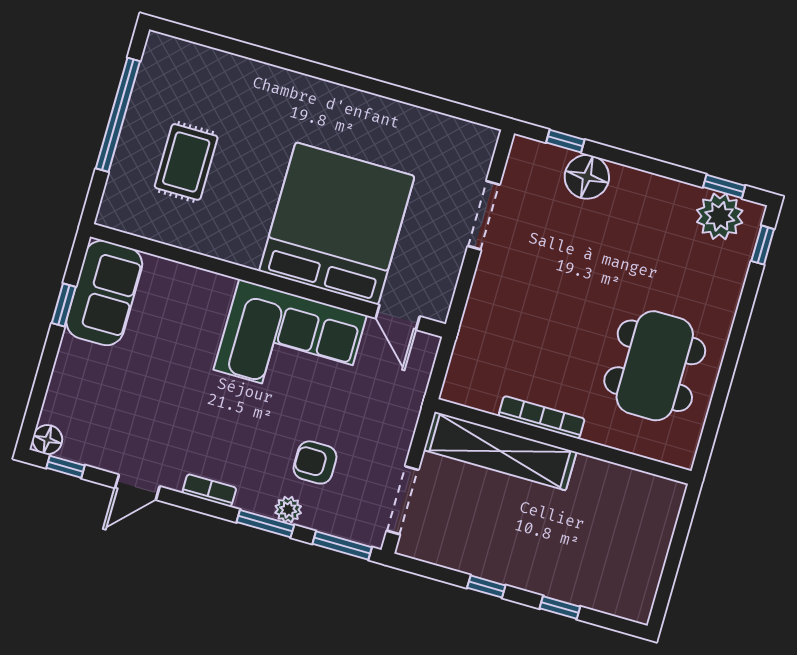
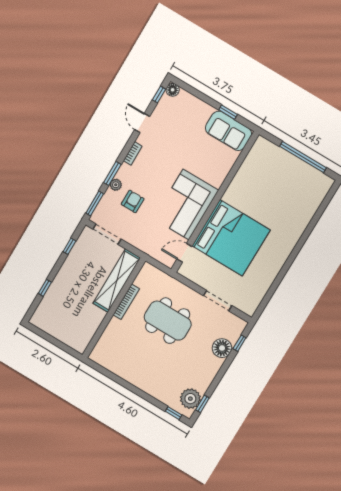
rug: (186, 162) -> (275, 181), removed
dining table: (655, 366) -> (168, 321), moved
window: (486, 587) -> (69, 246), moved

